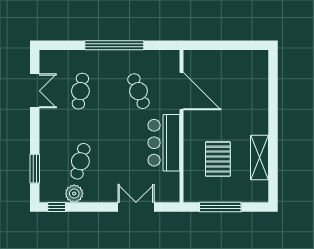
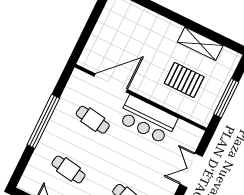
cafe table: (138, 91) -> (93, 120), turned 30

